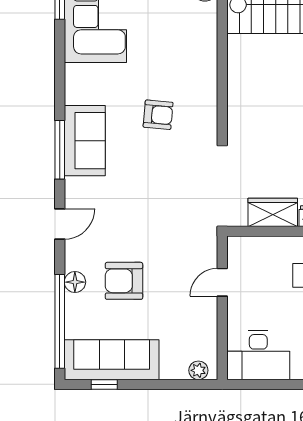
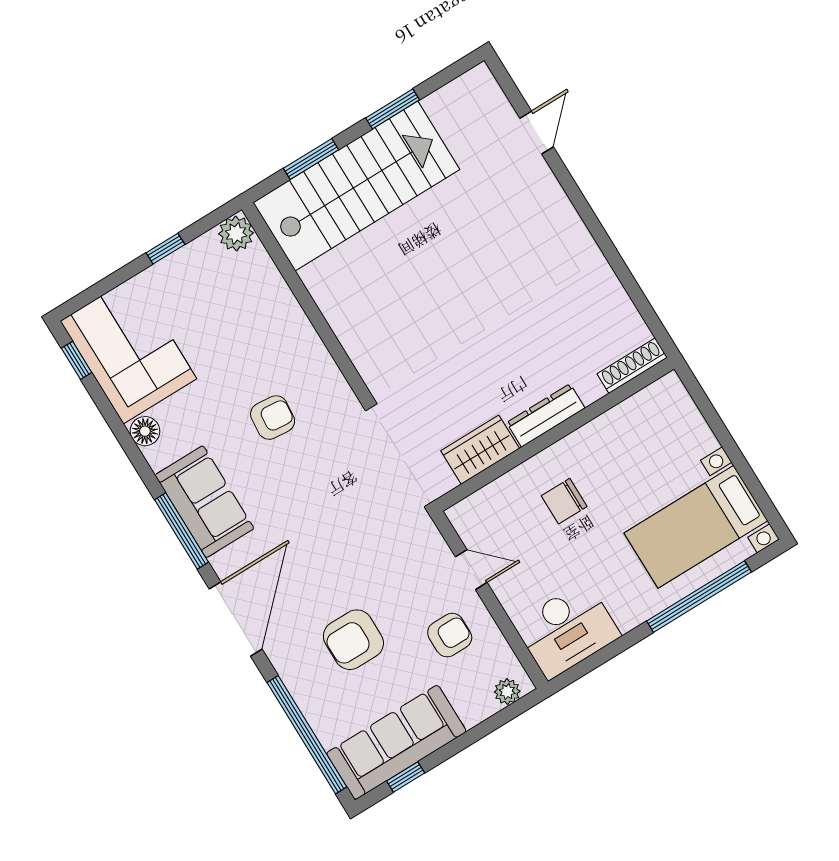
door: (60, 224) -> (236, 619), width x1.88
floor lamp: (75, 282) -> (145, 431), moved
door: (222, 282) -> (471, 570), swing flipped
armchair: (185, 314) -> (450, 635), added

